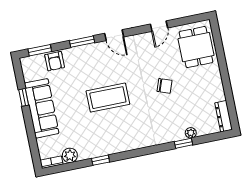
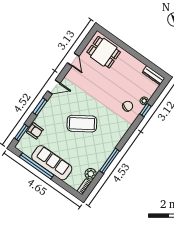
chair: (165, 86) -> (128, 106), moved
window: (24, 97) -> (37, 166), width x3.17
coffee table: (108, 98) -> (82, 124), turned 57
window: (101, 160) -> (110, 161), width x2.17

